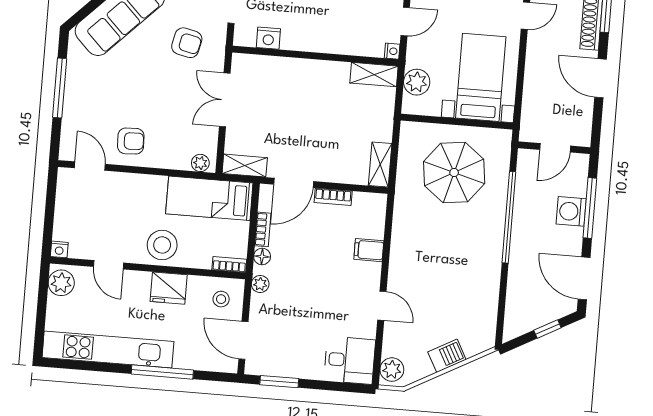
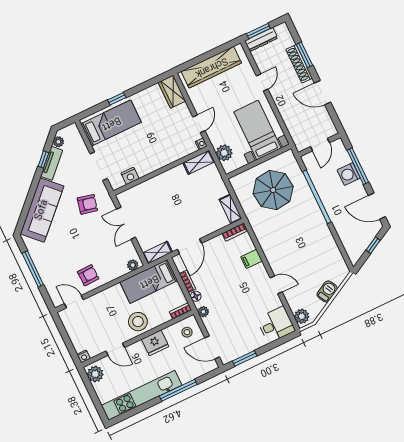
bookcase: (333, 197) -> (234, 232), moved

